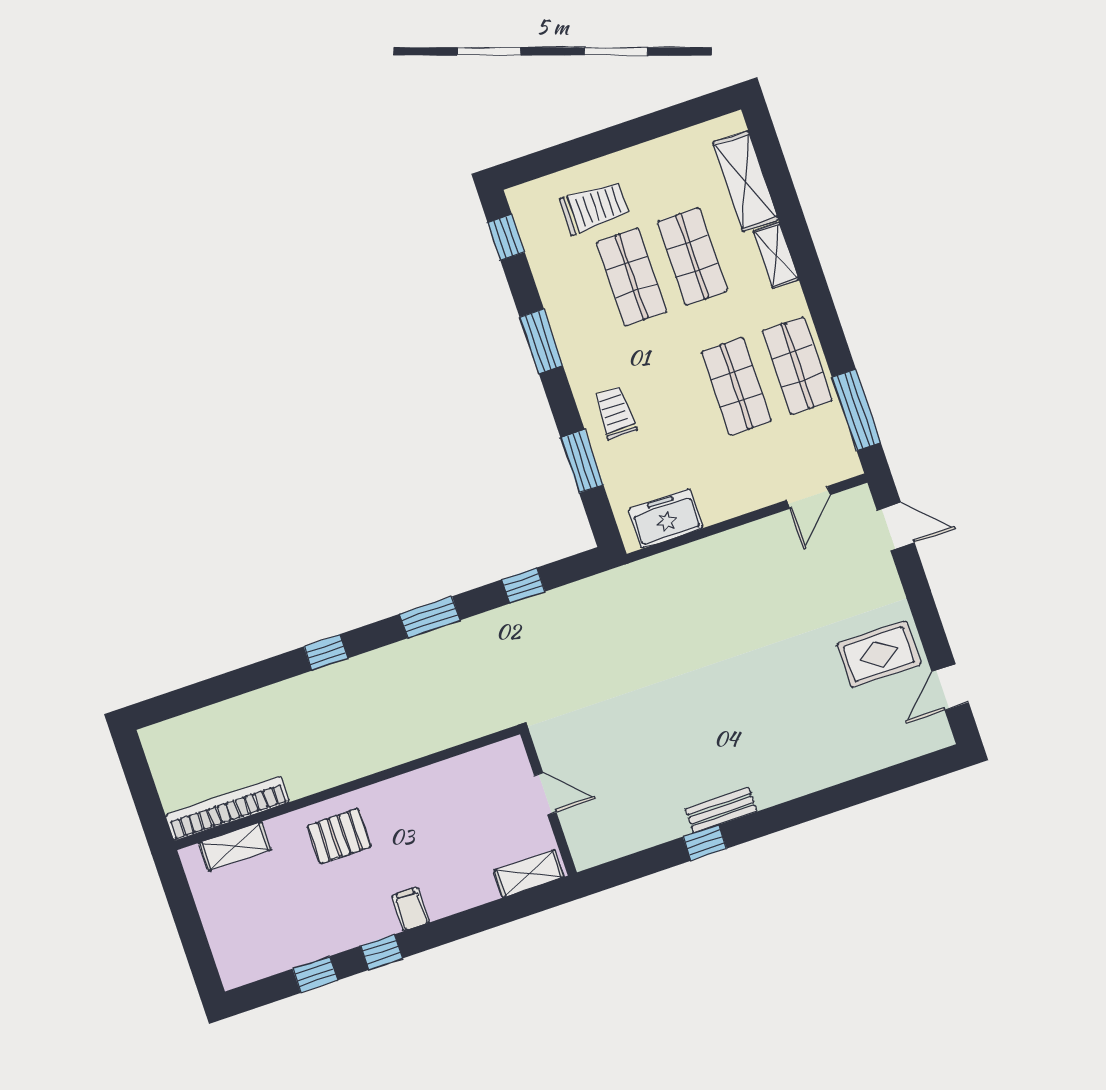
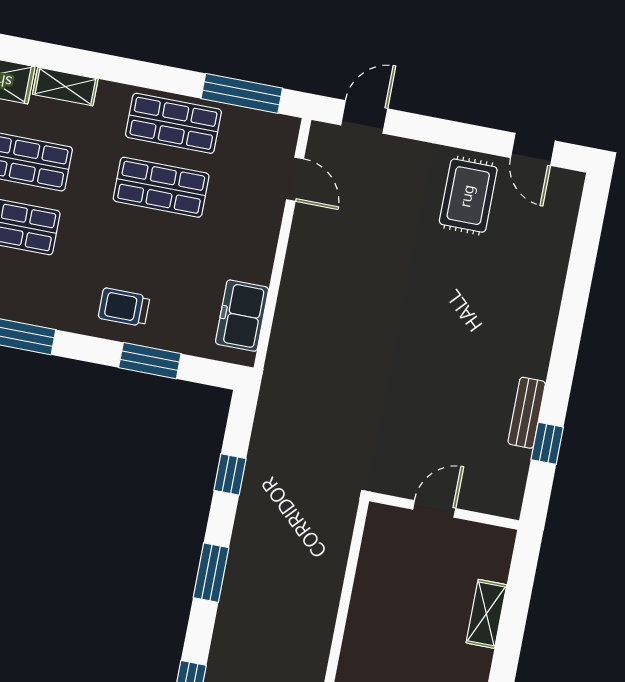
door: (545, 794) -> (434, 509), moved
wall: (549, 803) -> (444, 511), moved

